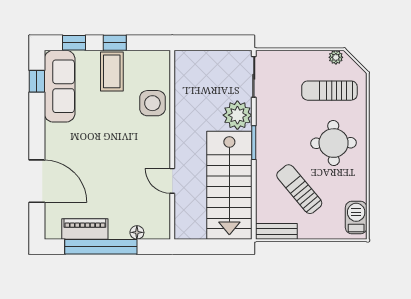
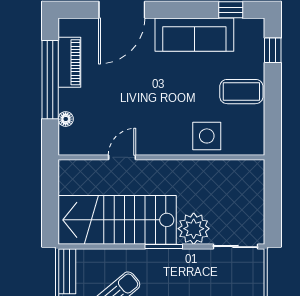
window: (115, 43) -> (273, 95), removed
sofa: (60, 86) -> (194, 35), moved

